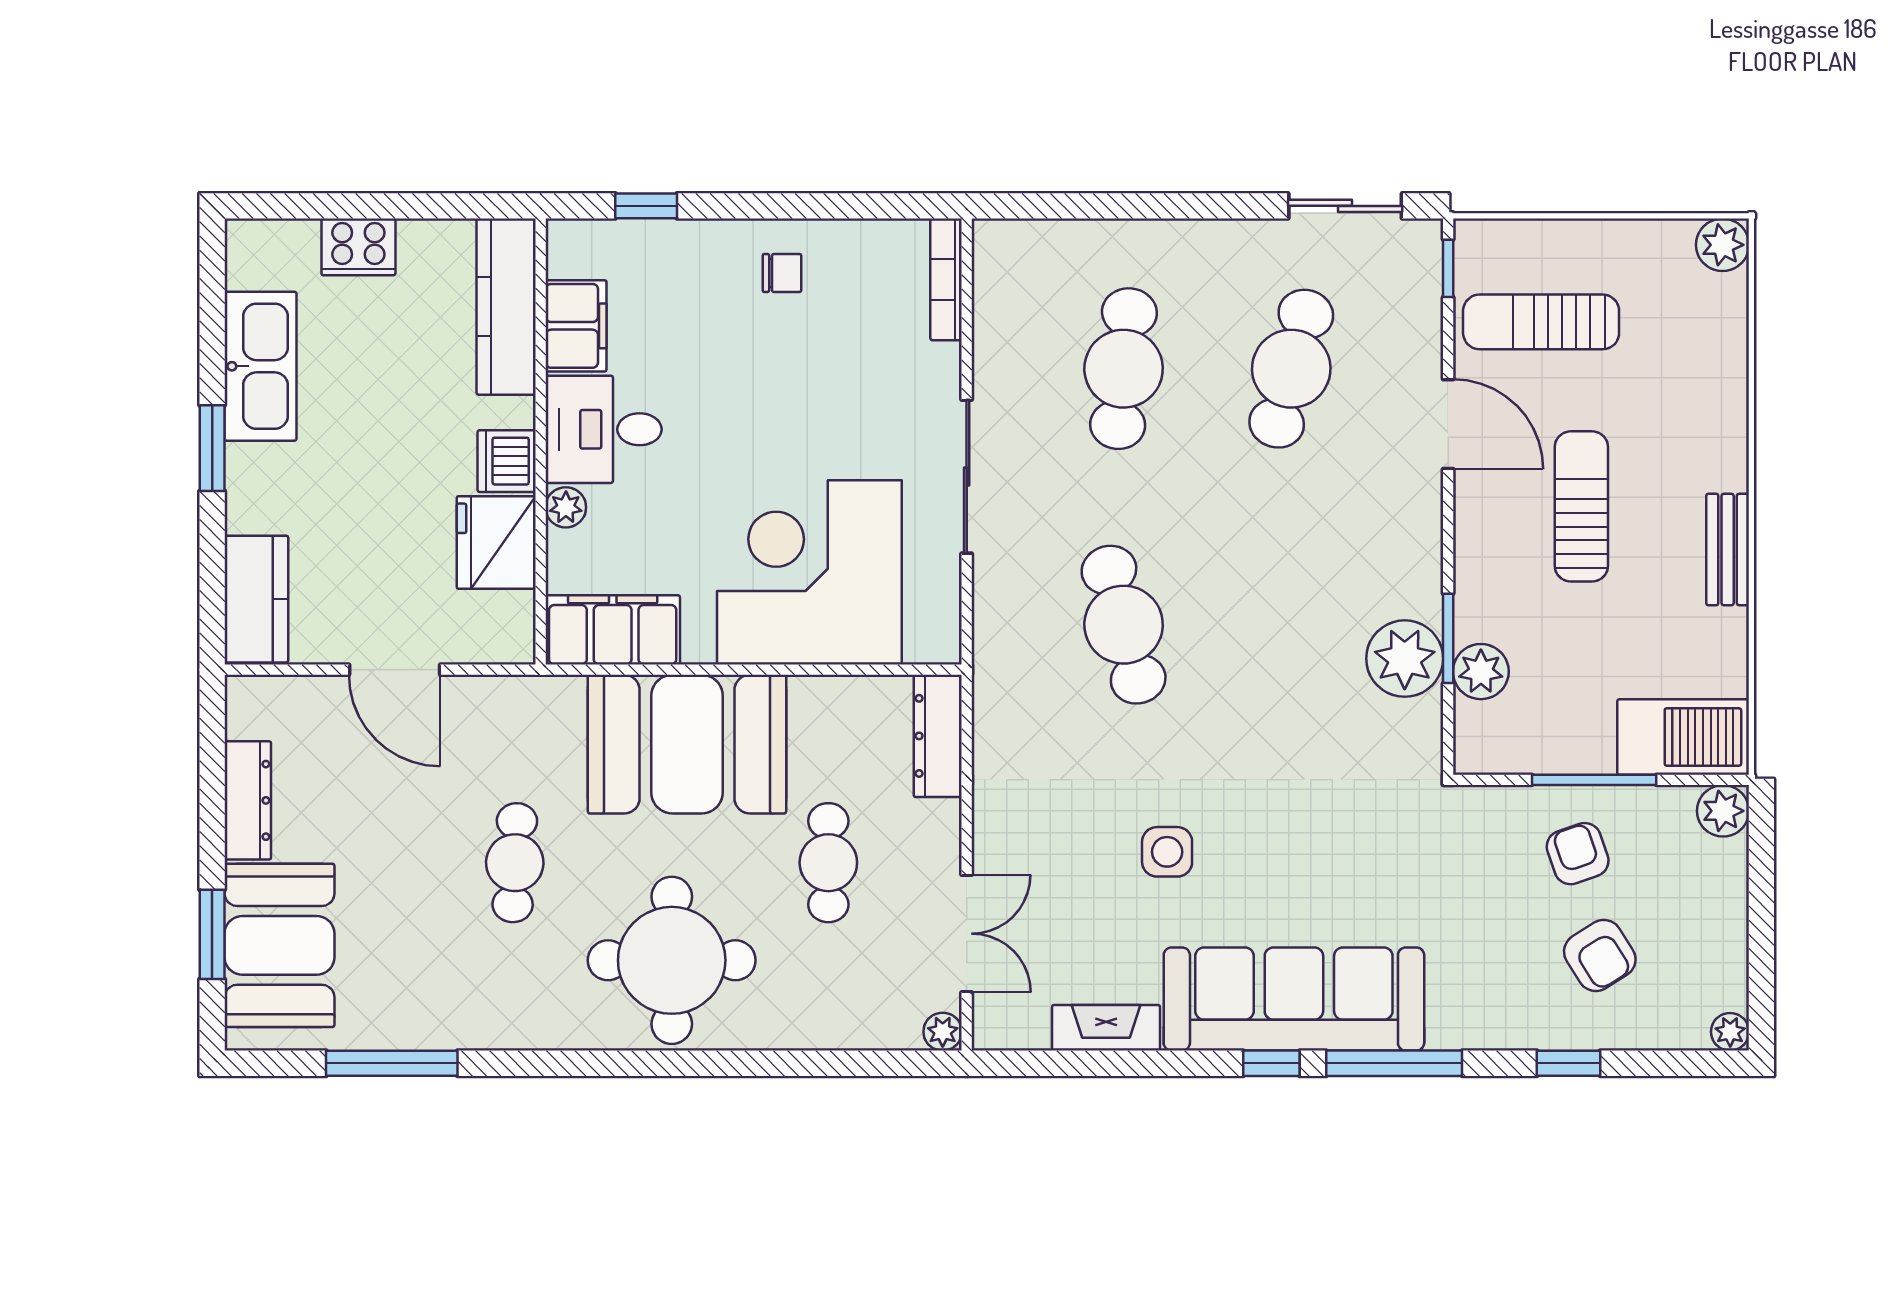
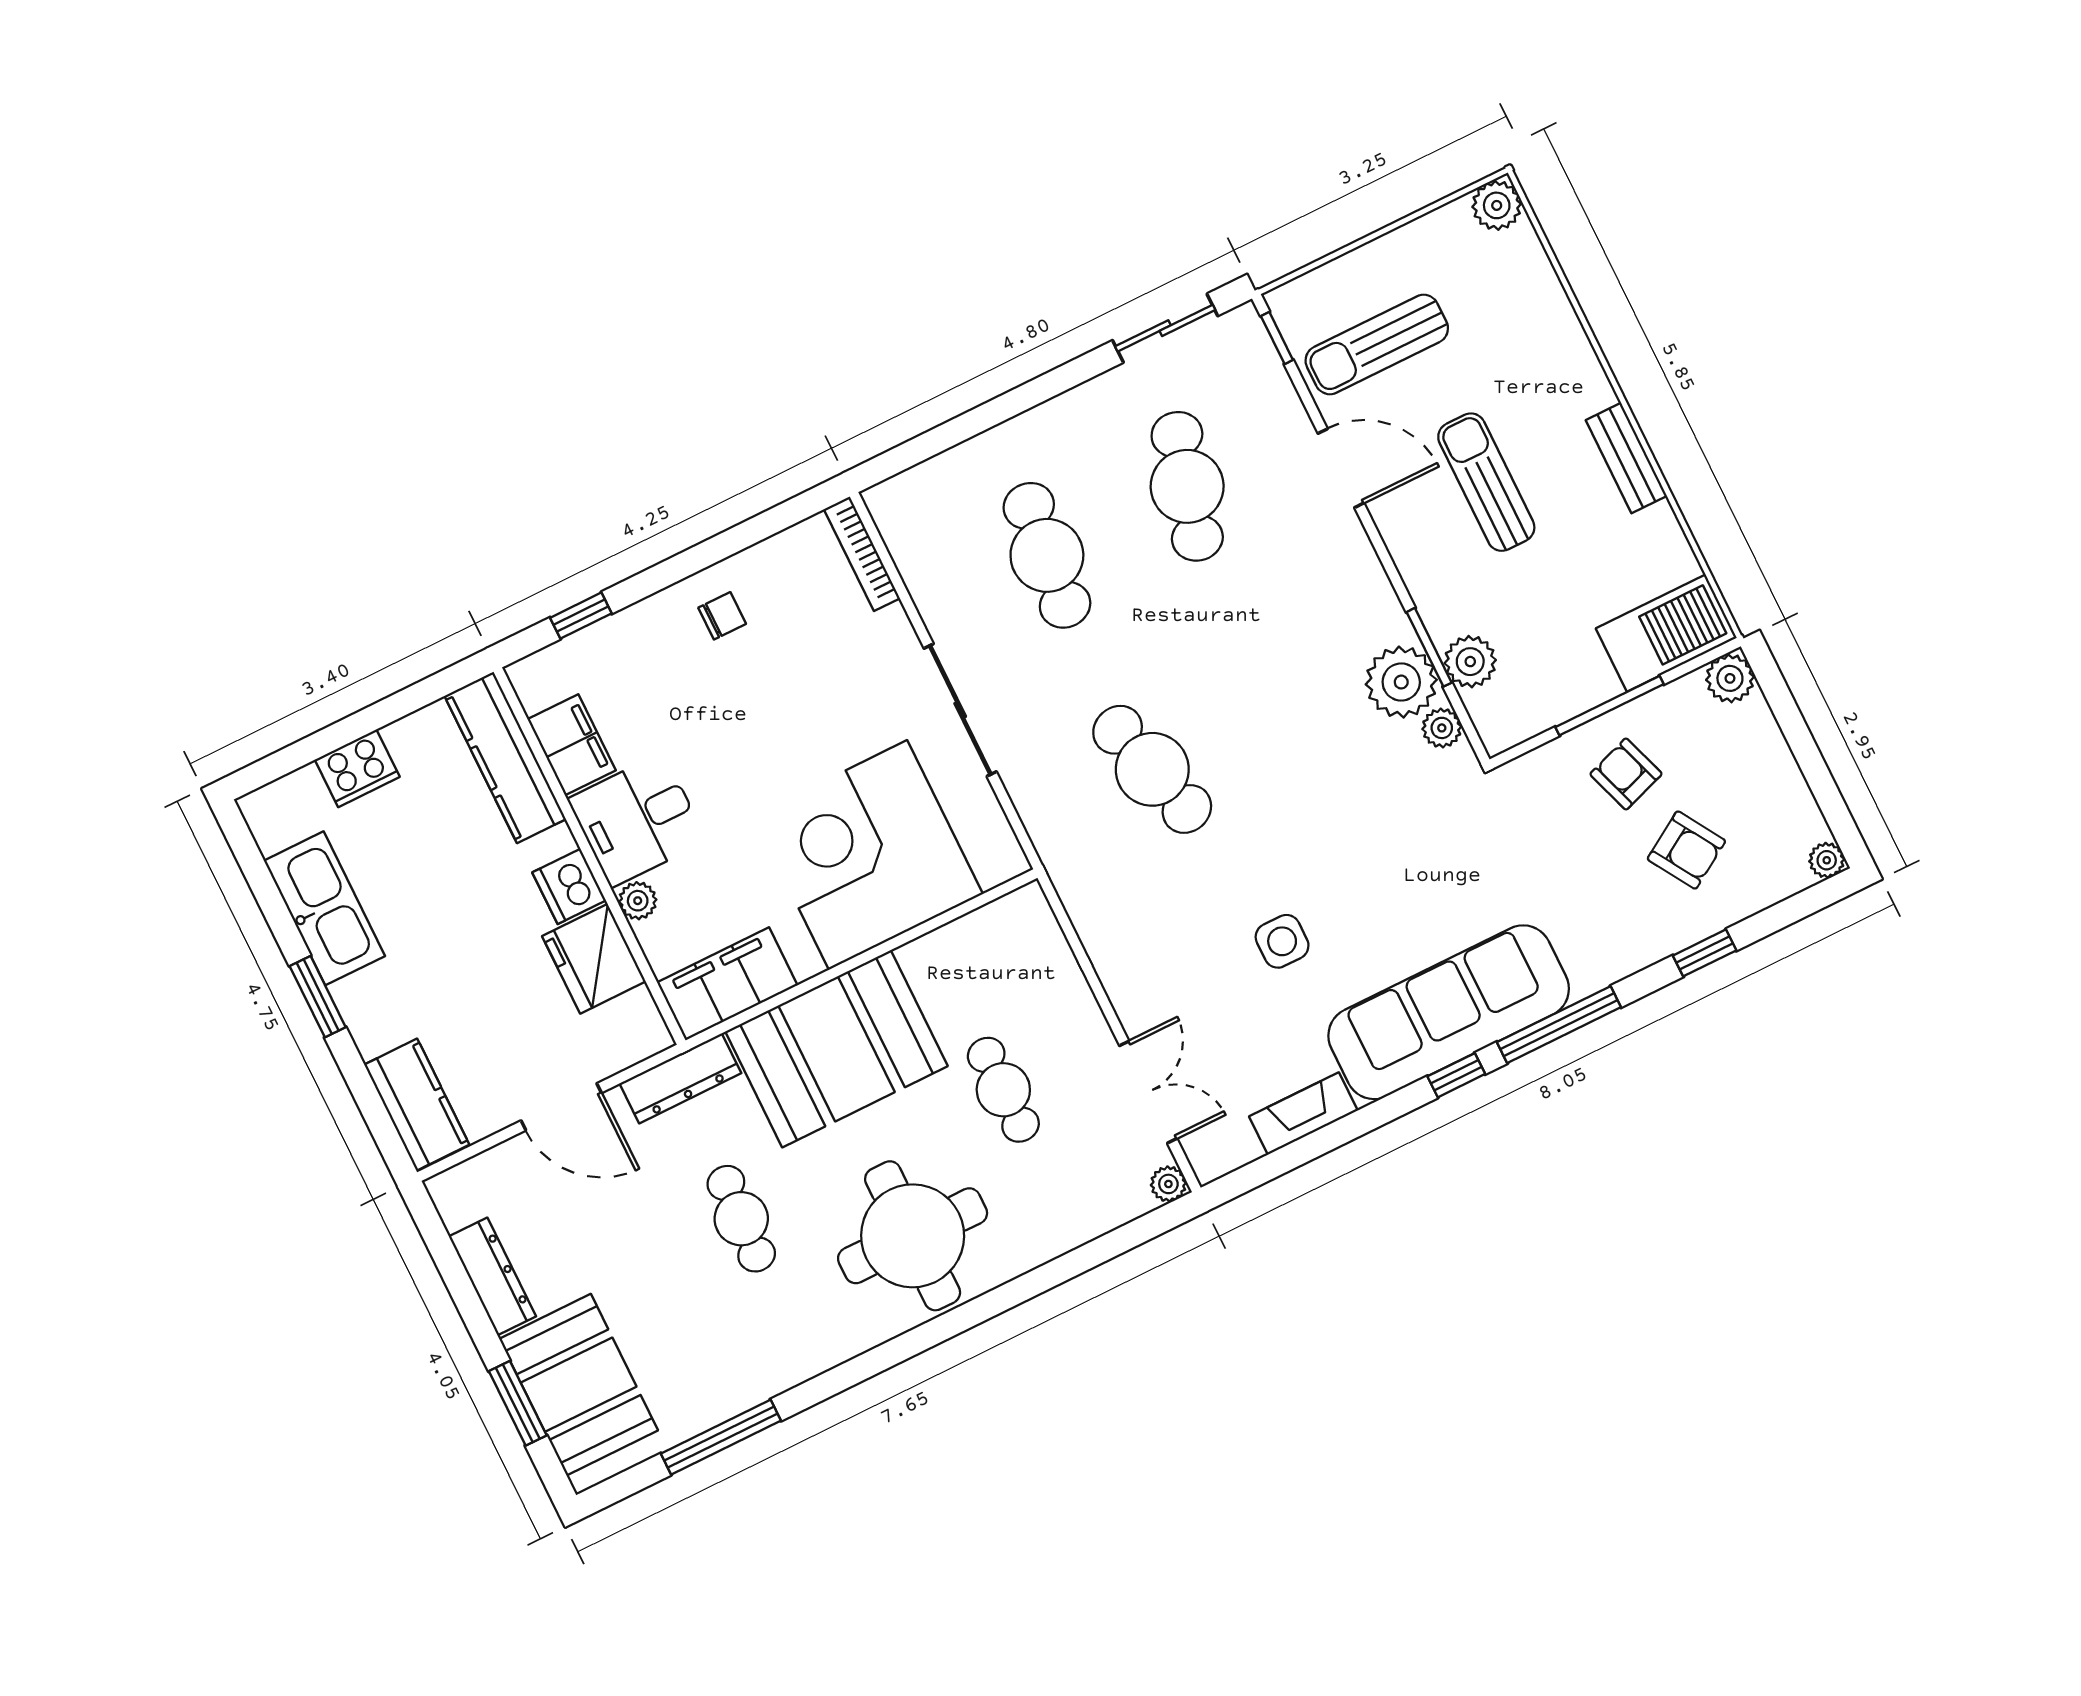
plant: (1422, 722) -> (1442, 728), added
dresser: (938, 736) -> (680, 1078), moved, turned -90

